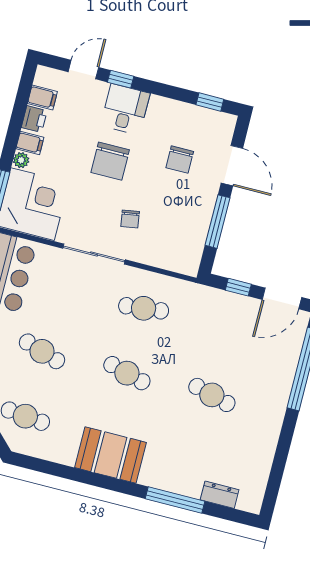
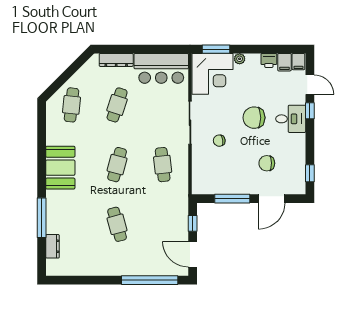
filing cabinet: (30, 143) -> (298, 62), moved
cafe table: (212, 395) -> (117, 224), turned -30

